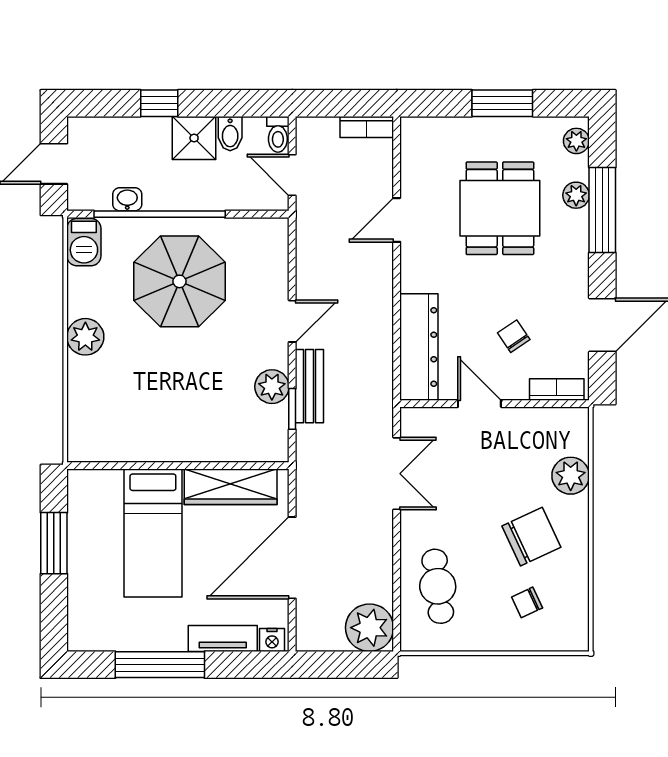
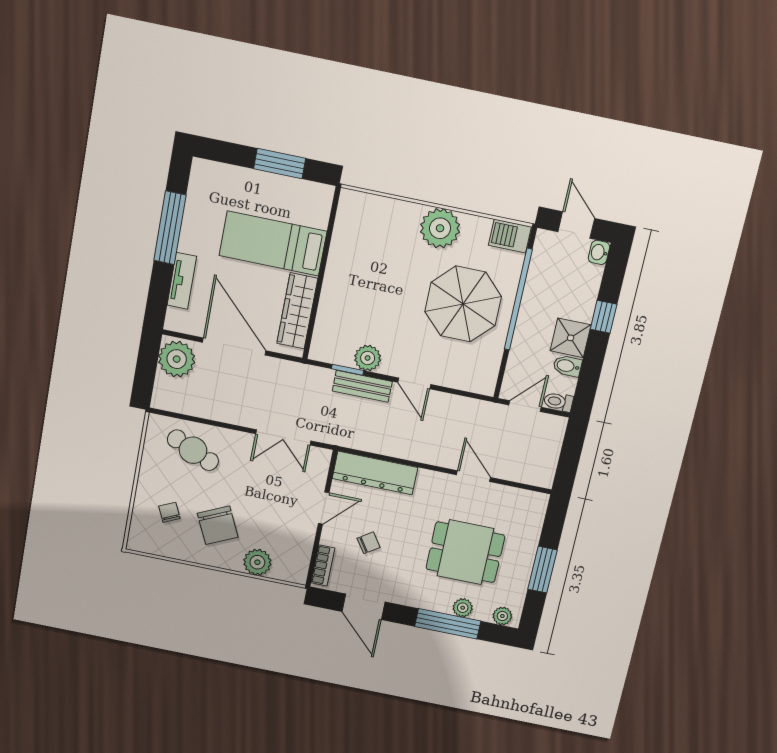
bookcase: (367, 127) -> (548, 469), removed
washbasin: (127, 199) -> (599, 252), moved, turned 180
plant: (85, 337) -> (440, 228), width x1.36, depth x1.36
cafe table: (438, 586) -> (193, 450), turned 31
plant: (370, 628) -> (177, 359), moved
nightstand: (272, 640) -> (174, 318), removed

